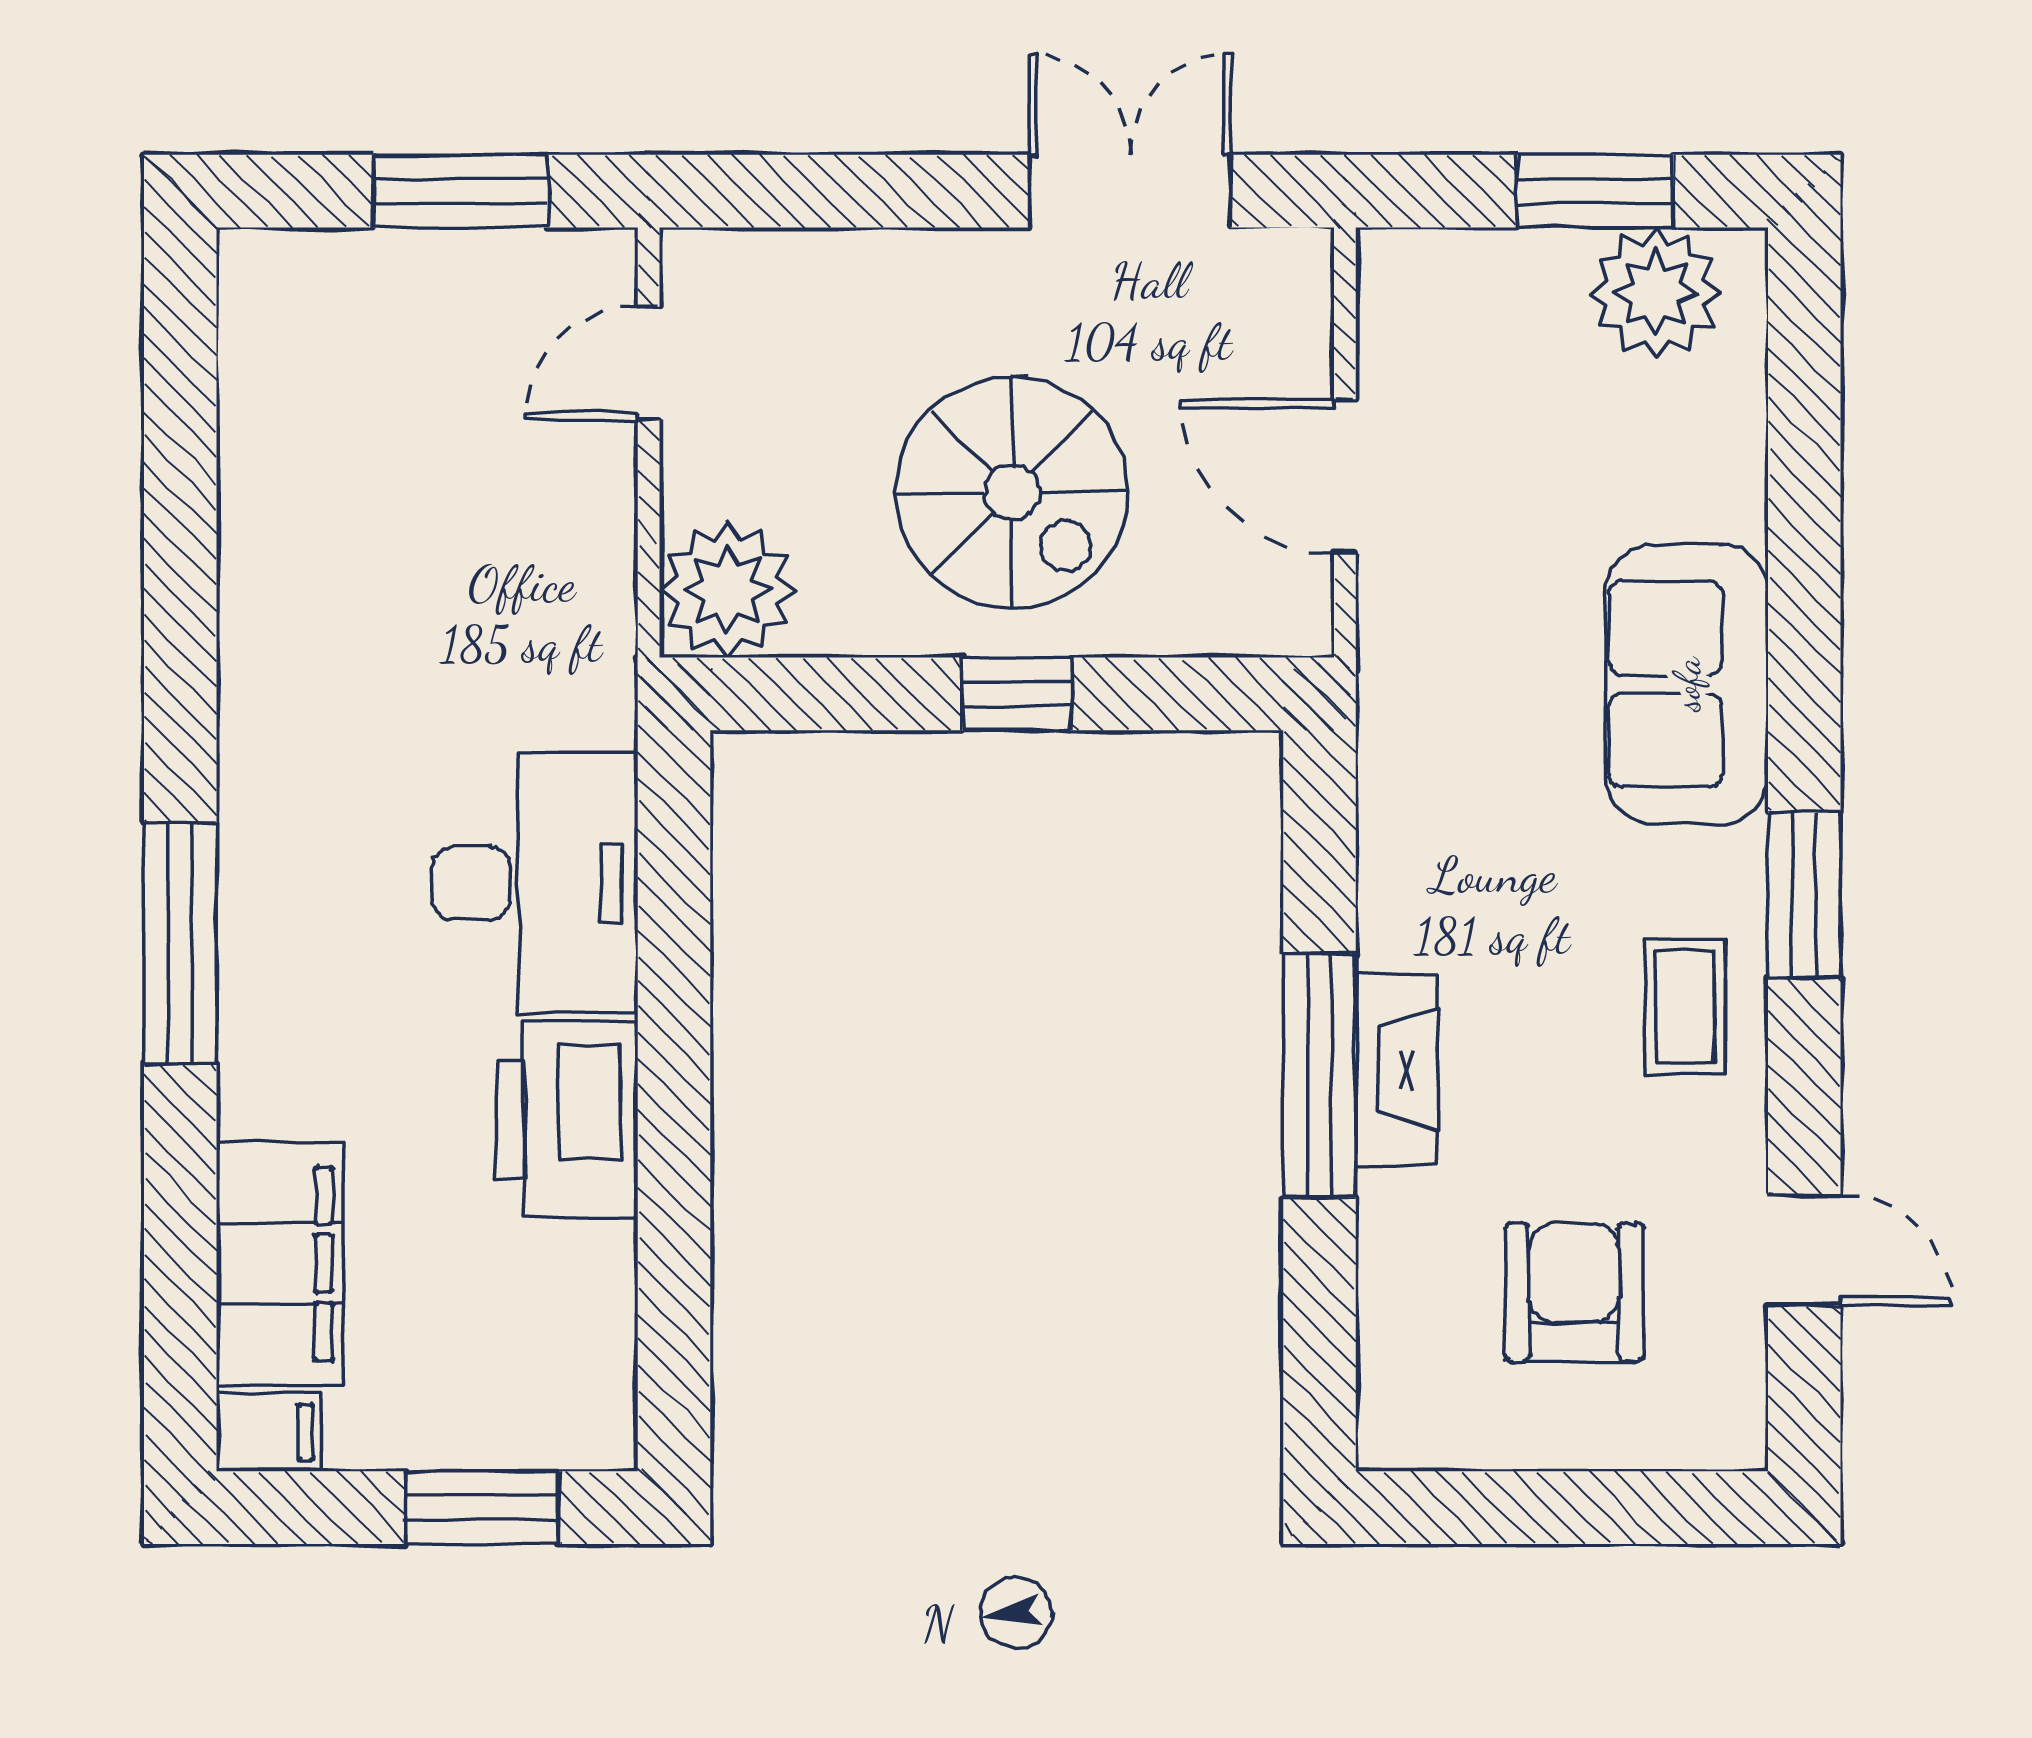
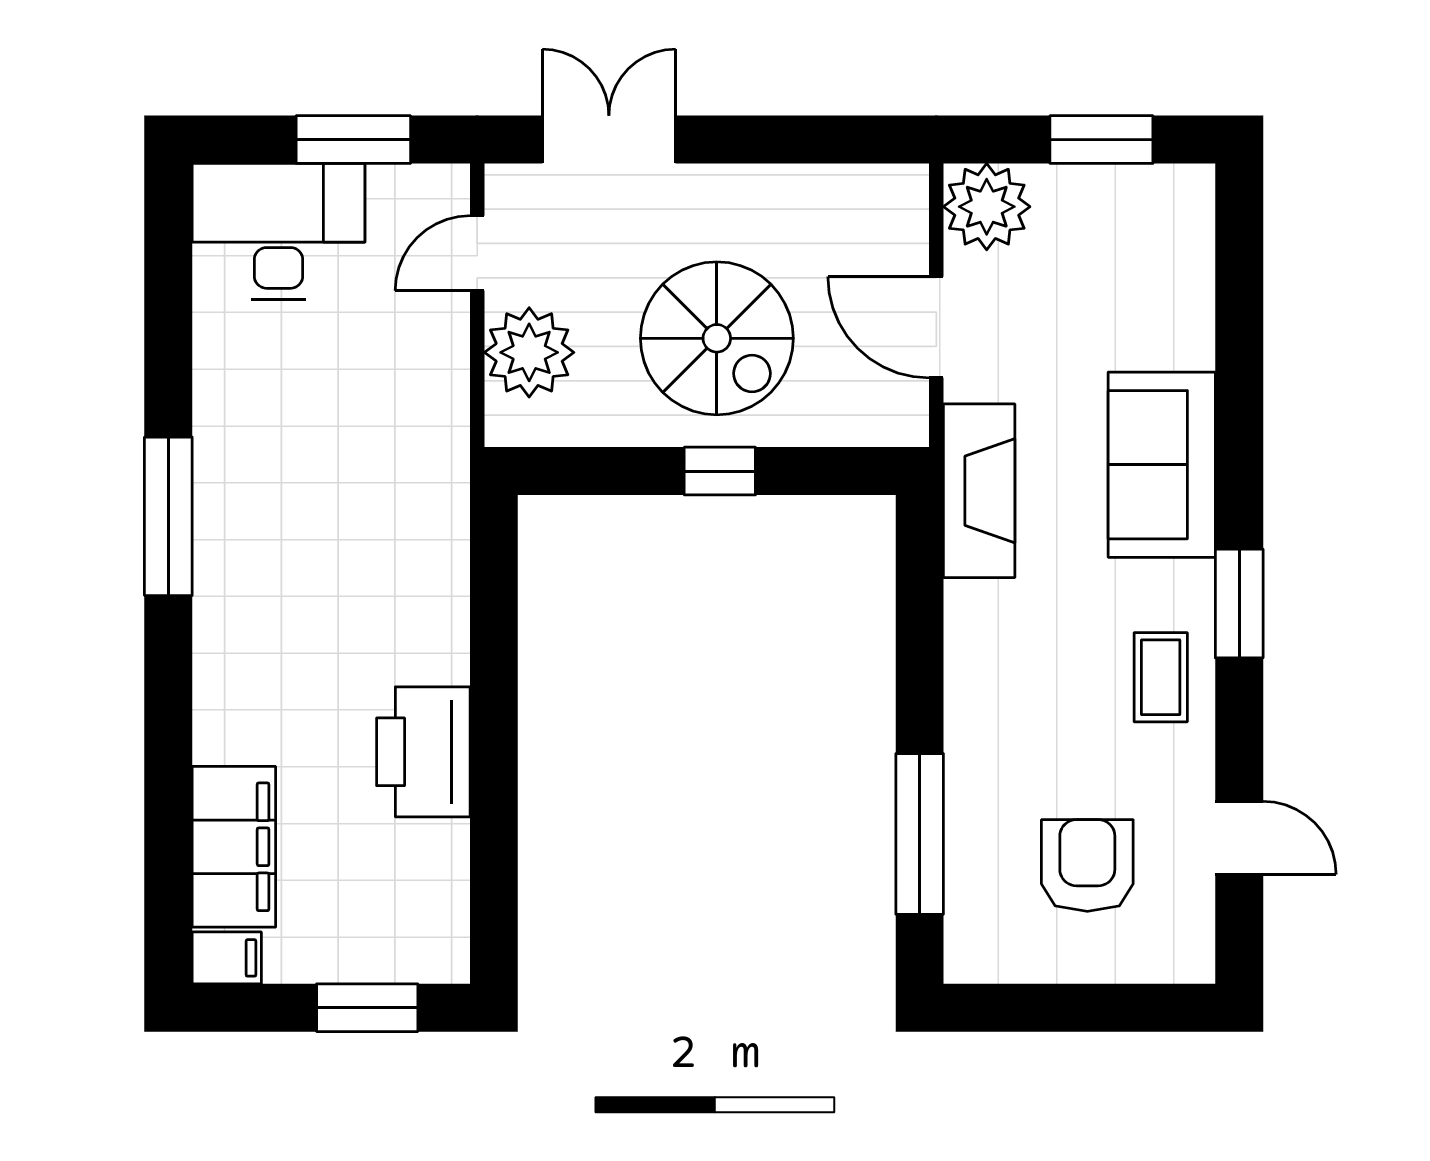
double door: (1130, 191) -> (609, 140), moved
plant: (1656, 293) -> (987, 207), moved
plant: (727, 590) -> (529, 352), moved
desk: (535, 883) -> (279, 231), moved, turned -90
window: (180, 944) -> (168, 516), moved
fireplace: (1397, 1069) -> (979, 491), moved, width x1.37, depth x1.32
window: (1320, 1075) -> (920, 834), moved

